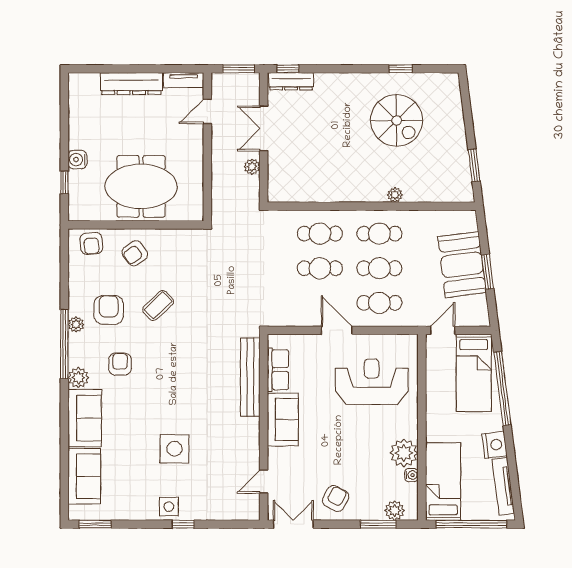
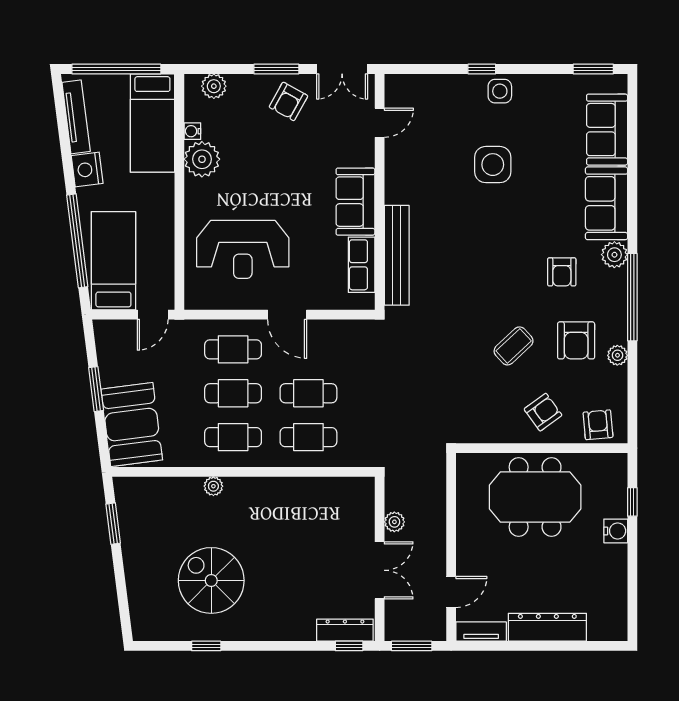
booth: (462, 265) -> (132, 425), moved
plant: (76, 324) -> (617, 355), moved
window: (378, 524) -> (276, 69), moved

